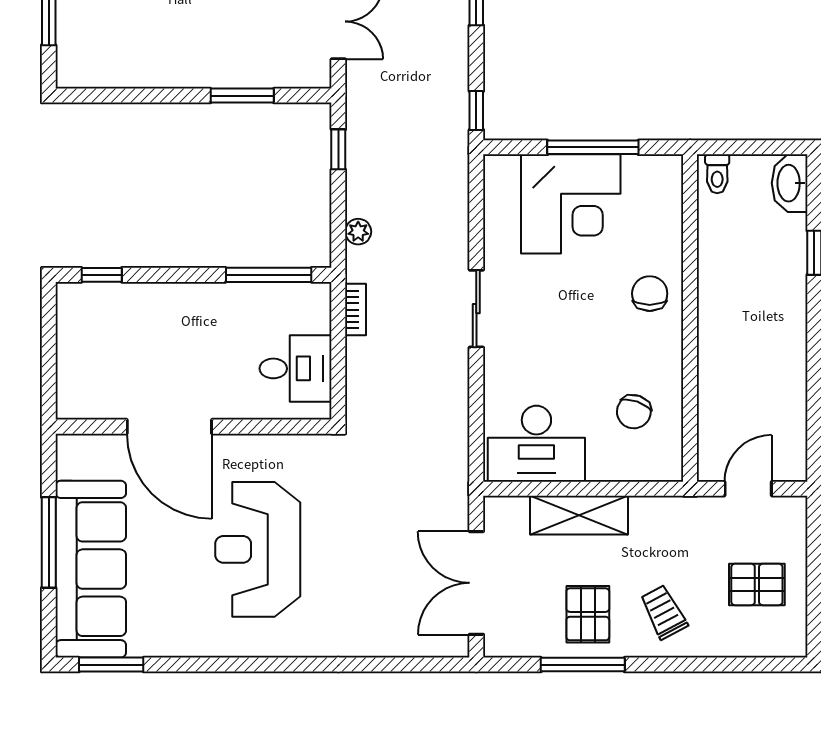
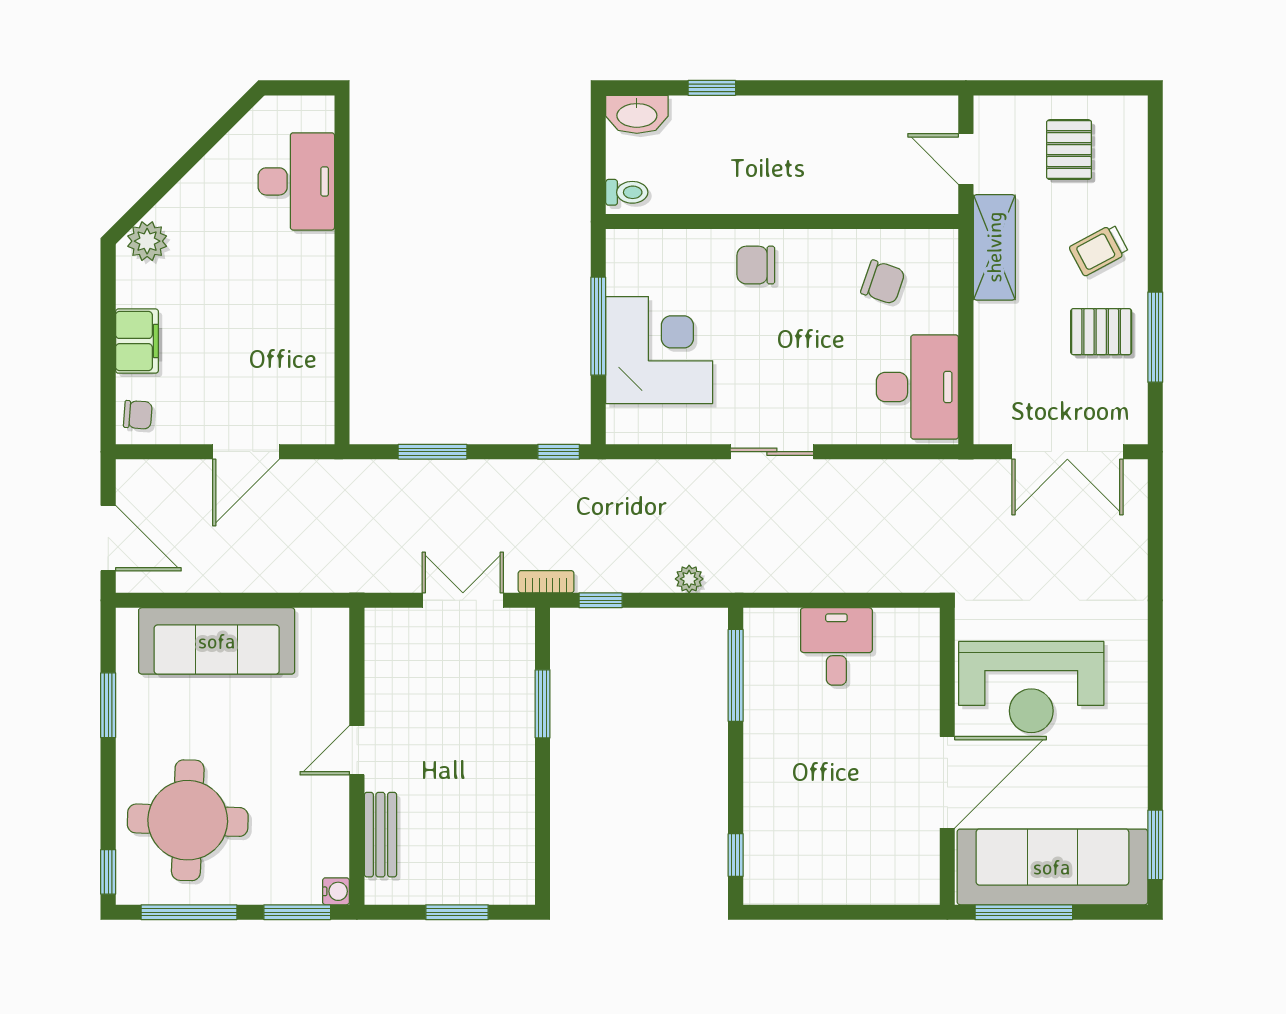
bookcase: (356, 310) -> (546, 582), moved
door: (169, 427) -> (947, 782), moved
wall: (194, 427) -> (947, 756), moved
shelving: (579, 515) -> (994, 247), moved

